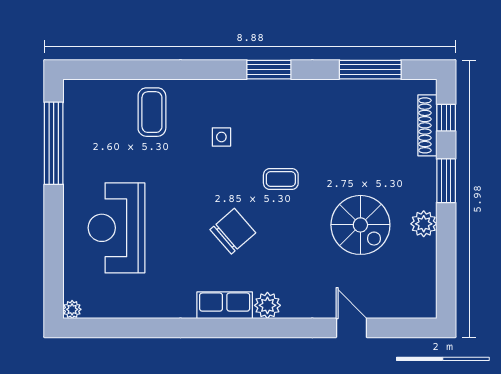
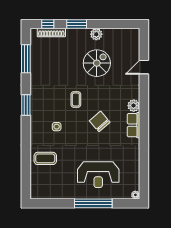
window: (54, 143) -> (93, 203), moved

